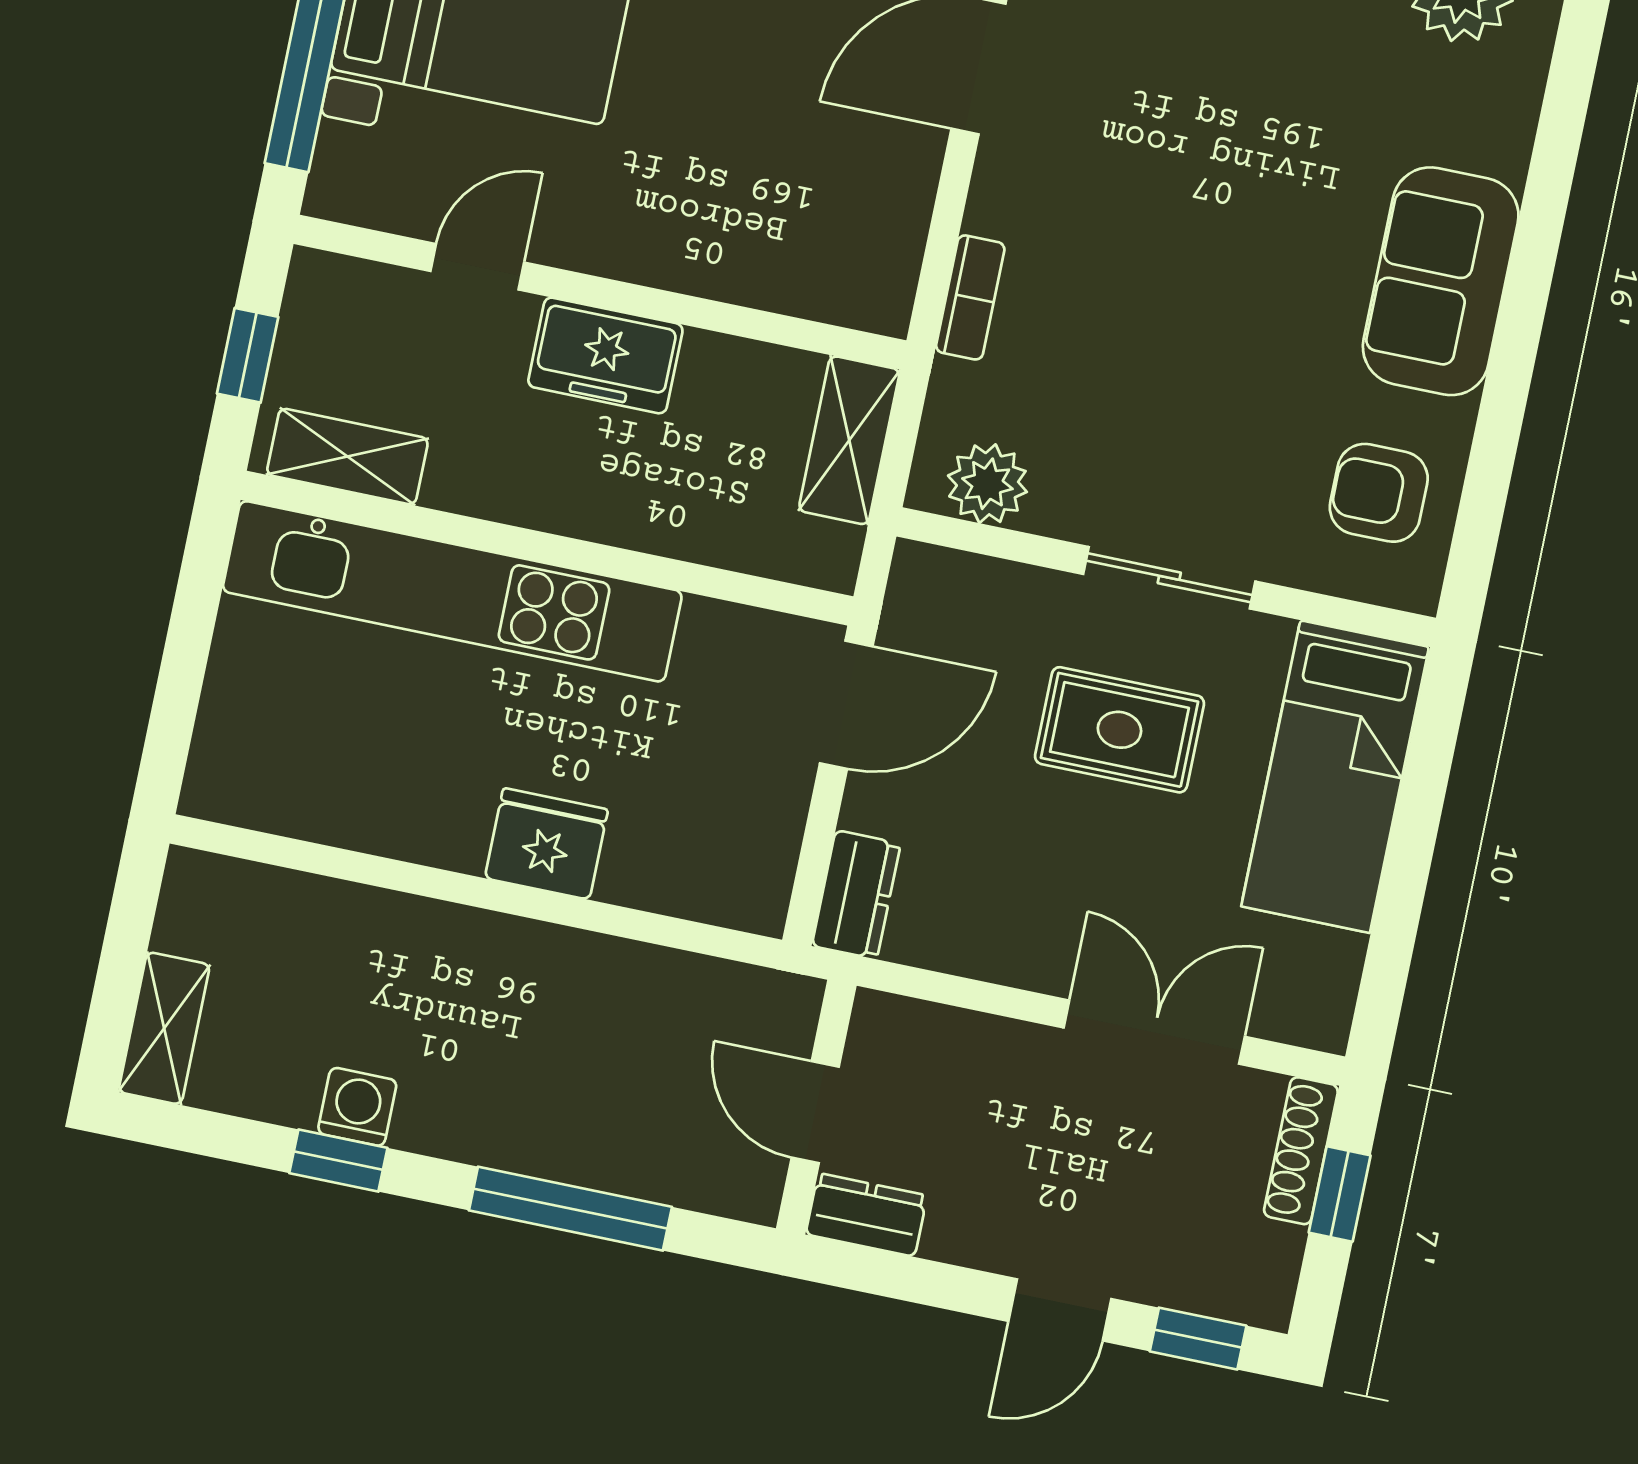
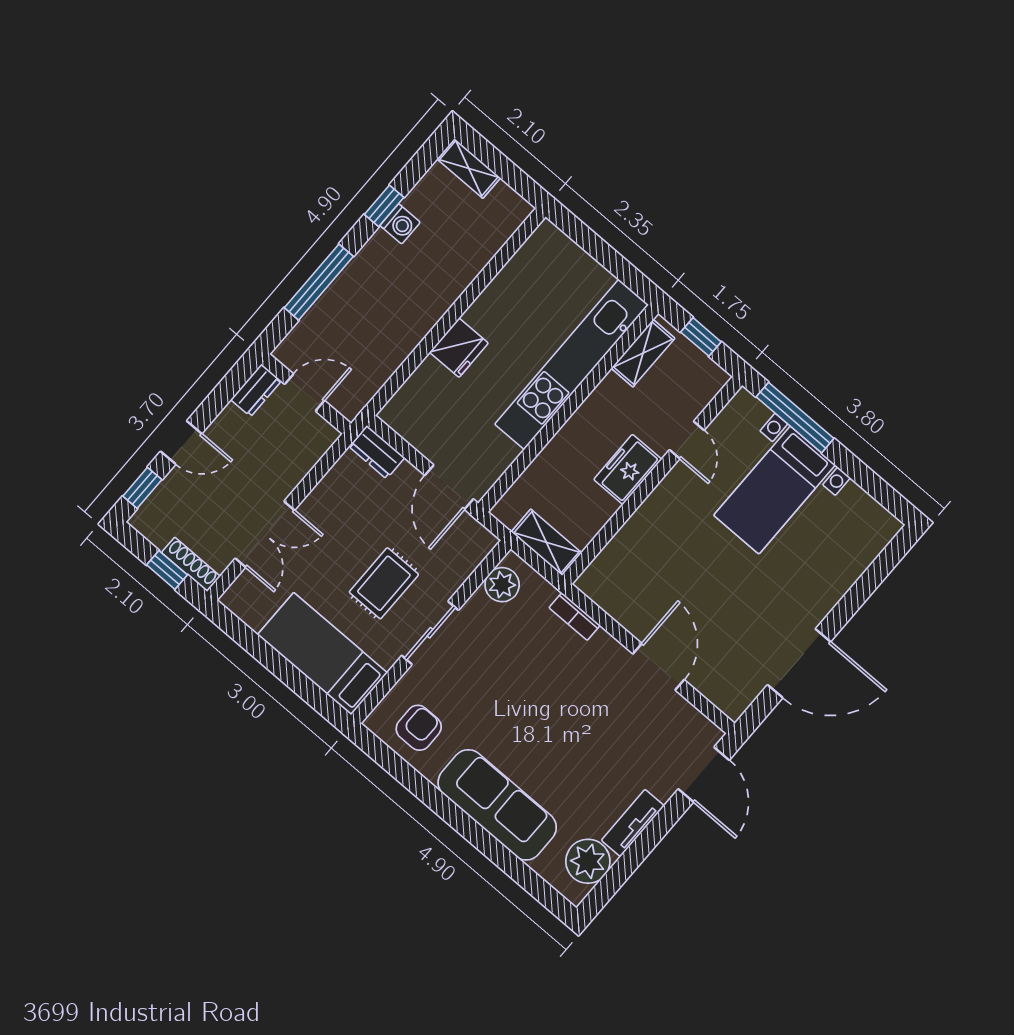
sofa: (1441, 281) -> (497, 805), width x1.36
door: (1060, 1310) -> (181, 443), swing flipped

